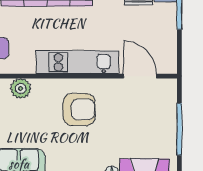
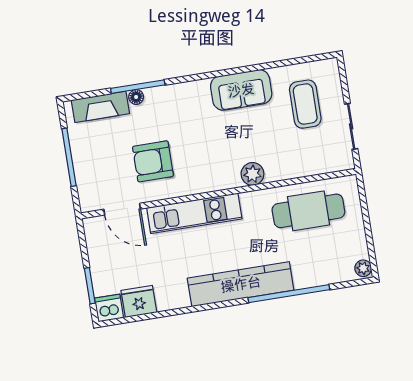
armchair: (79, 109) -> (153, 161), moved

